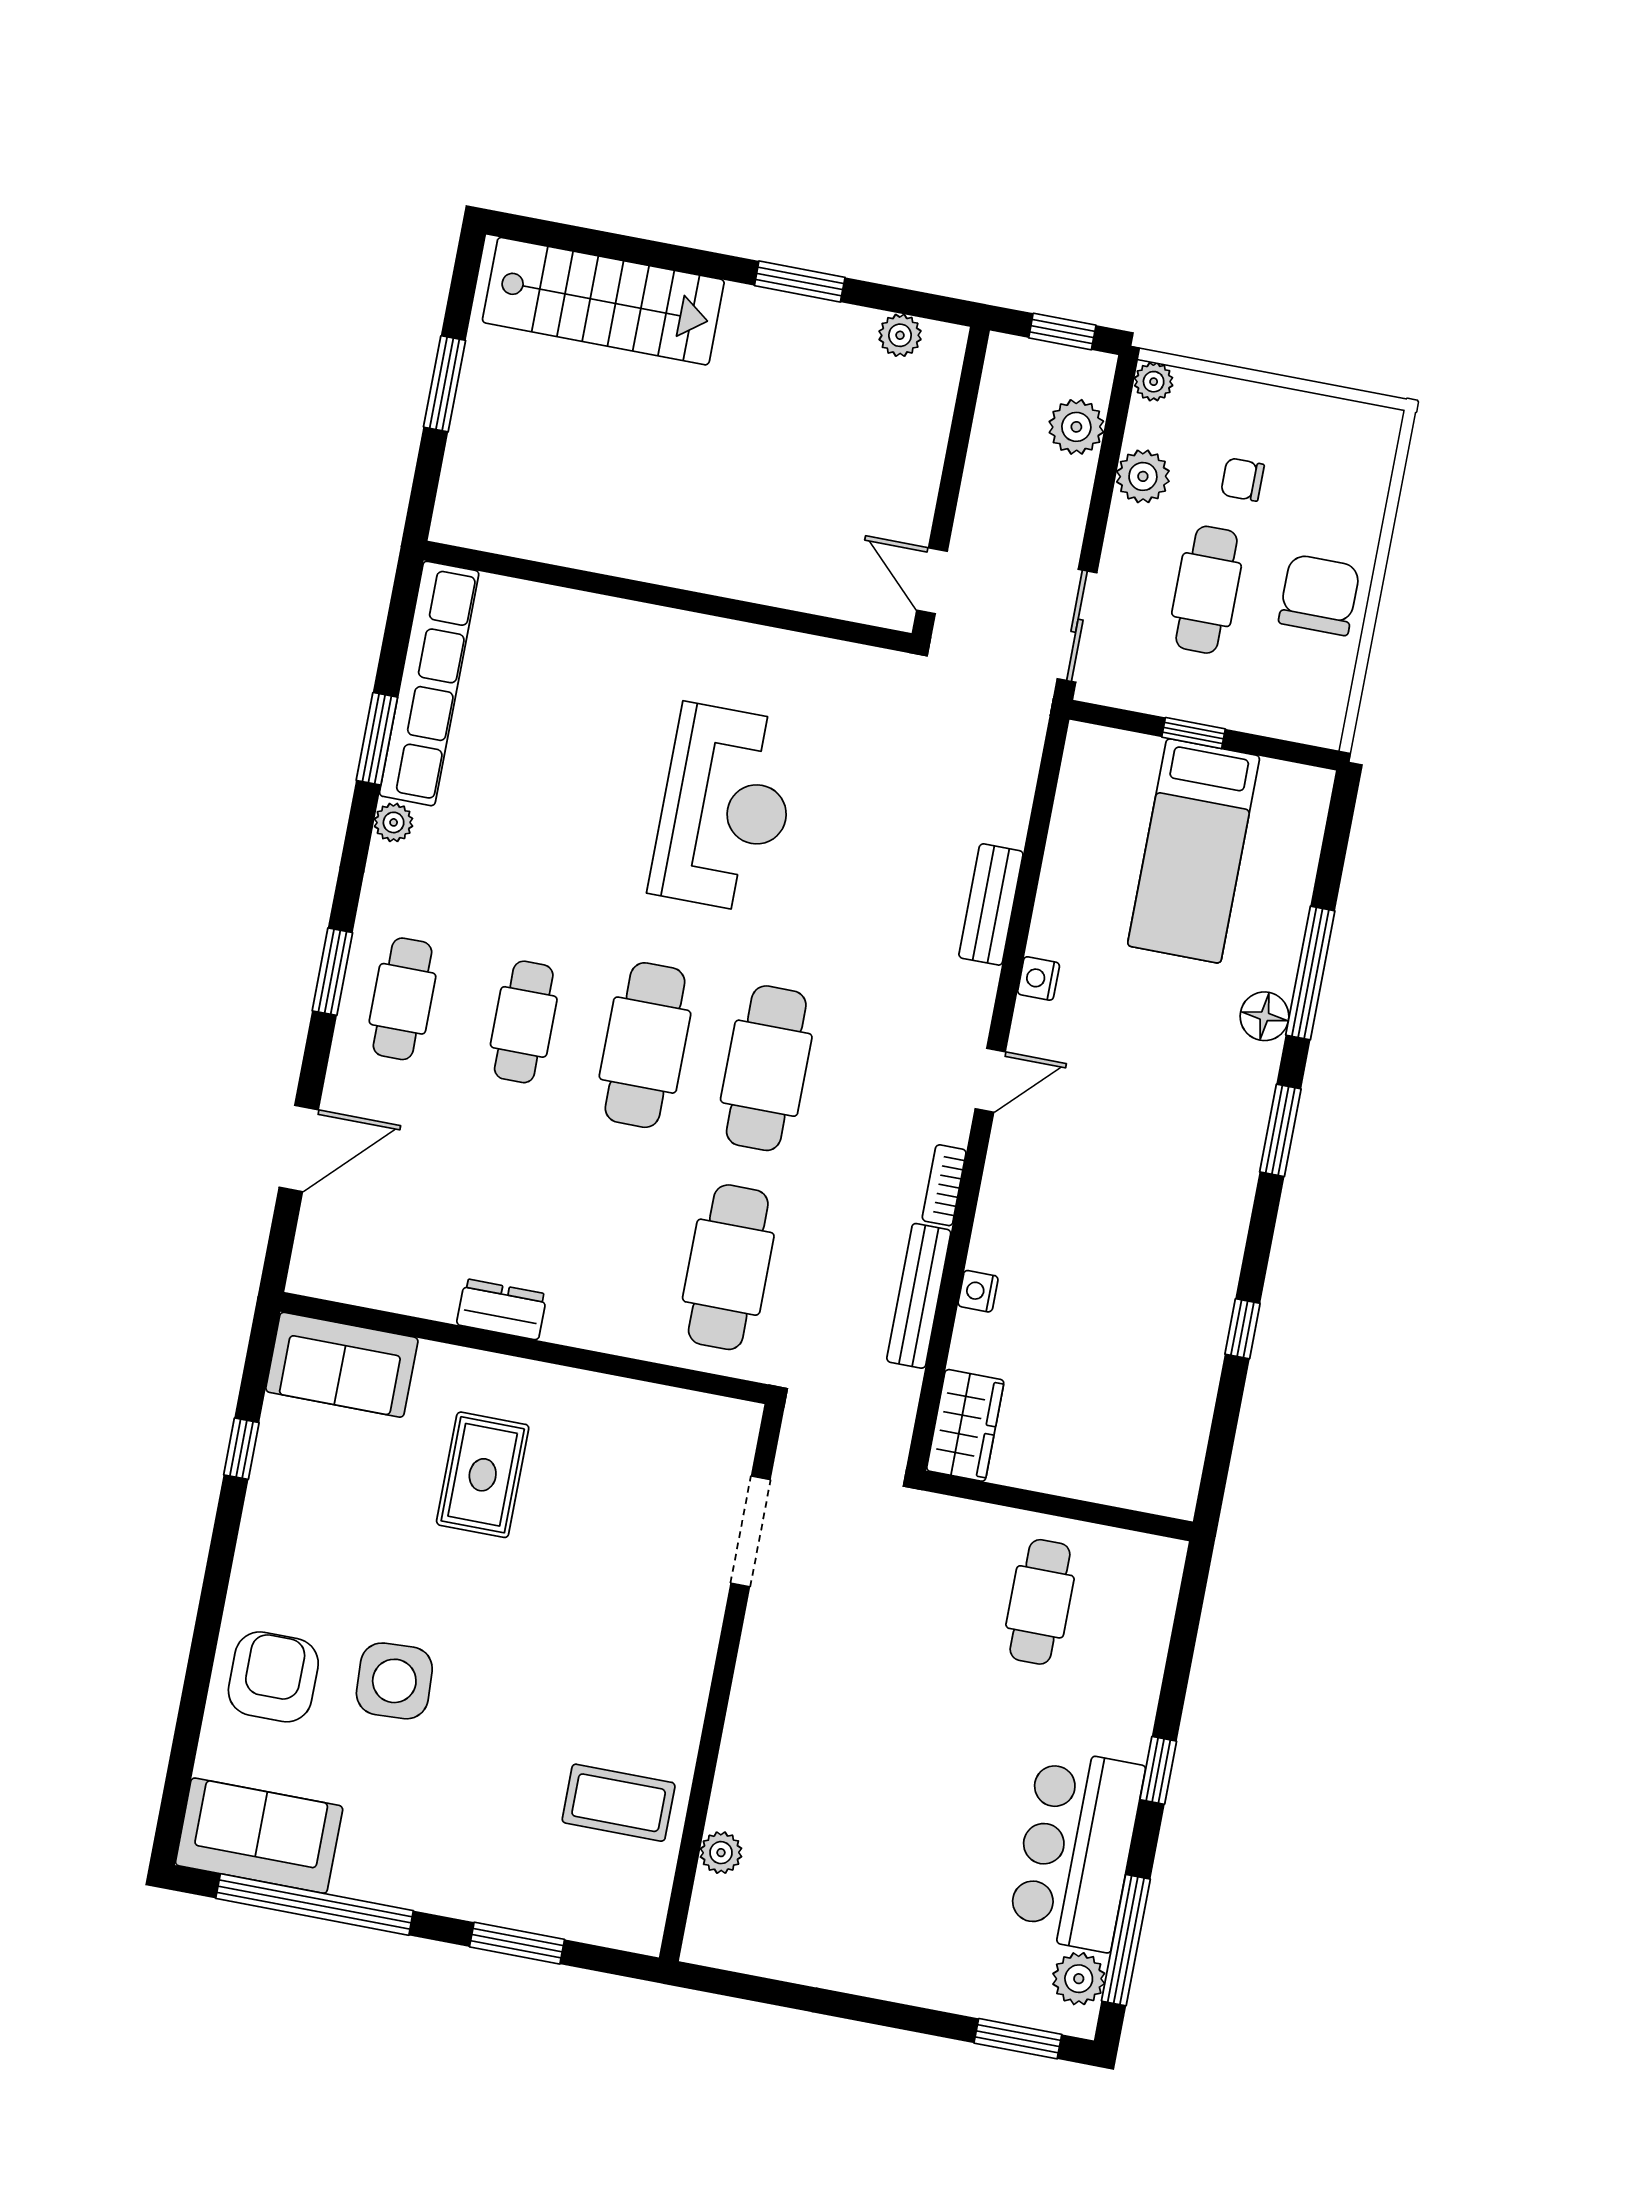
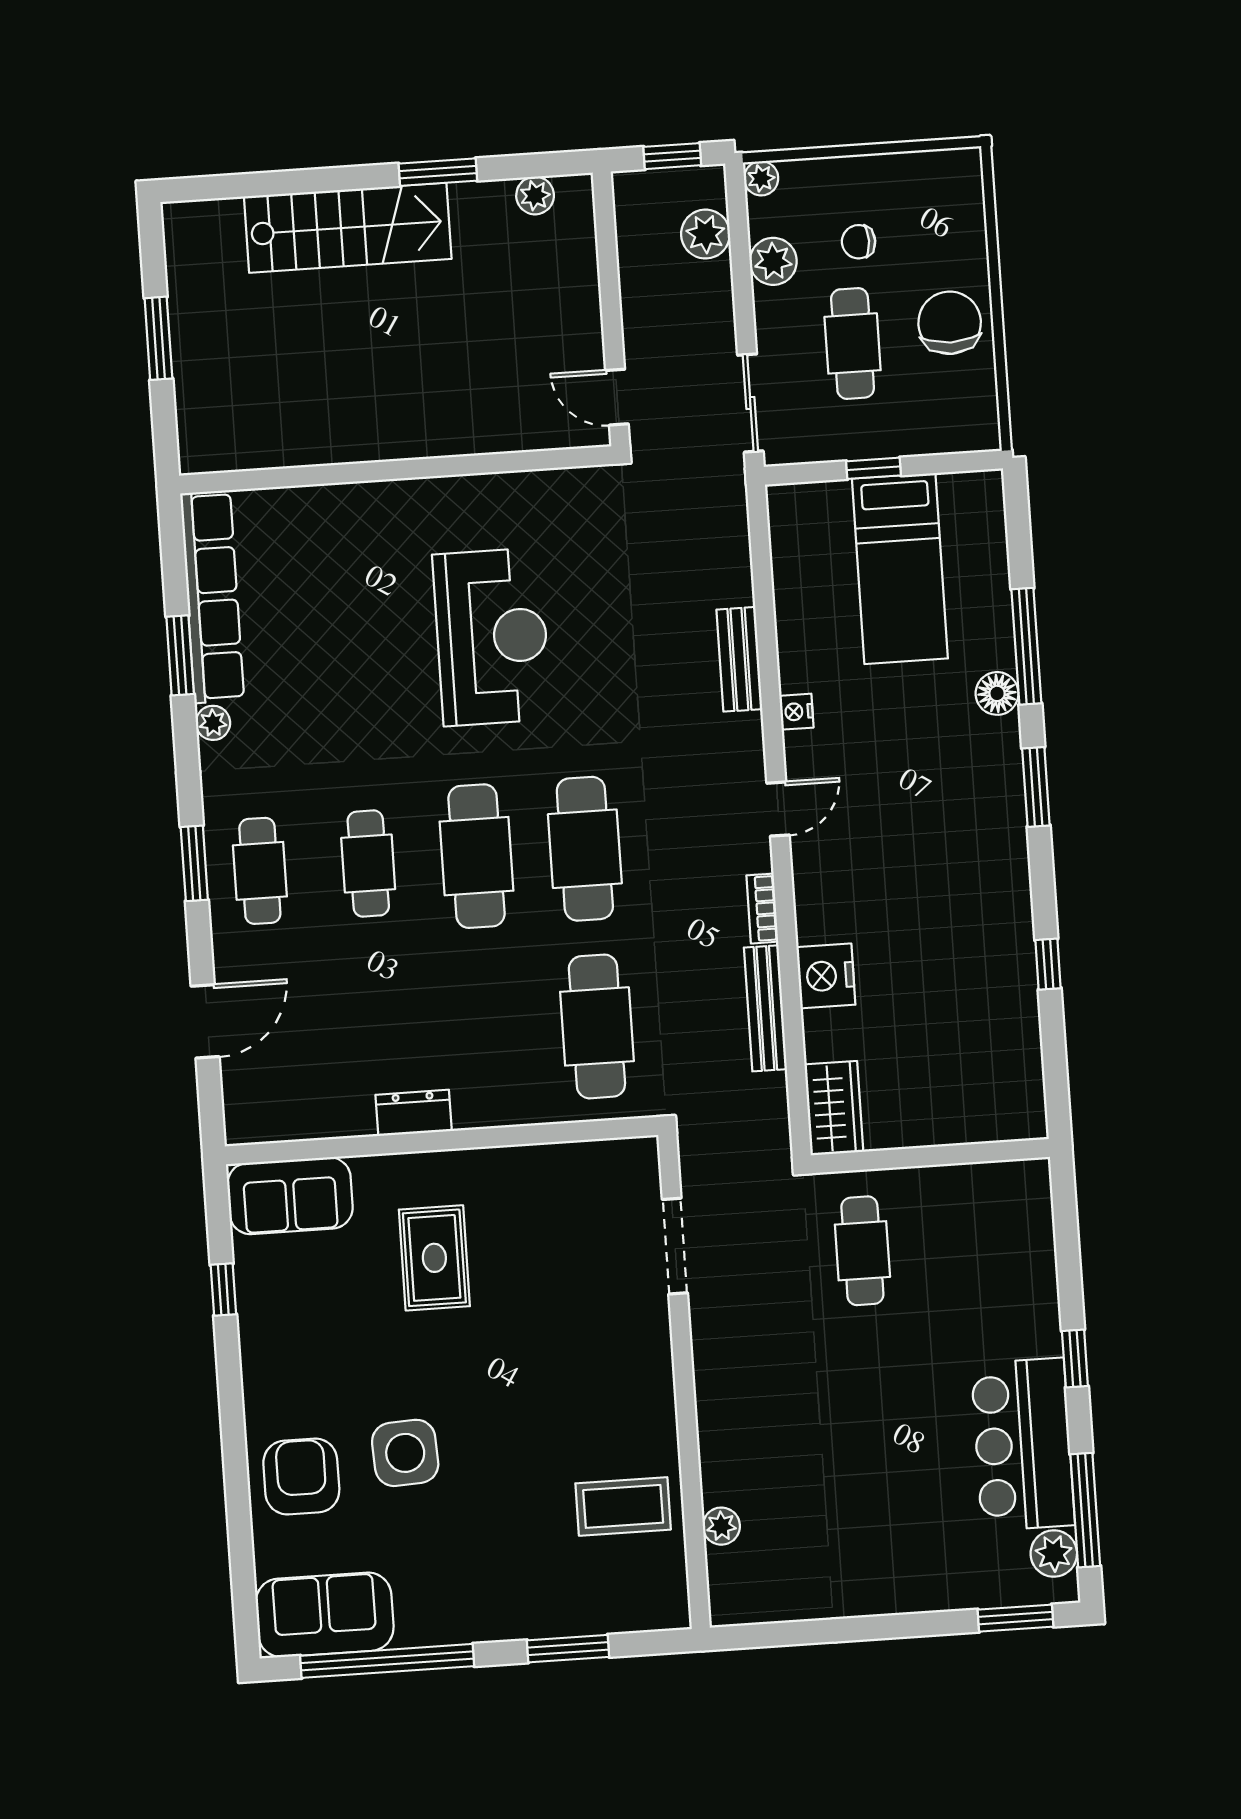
stairs: (603, 301) -> (348, 228), moved
nightstand: (978, 1291) -> (826, 976), width x1.89, depth x1.79
cafe table: (1040, 1602) -> (862, 1251), moved

